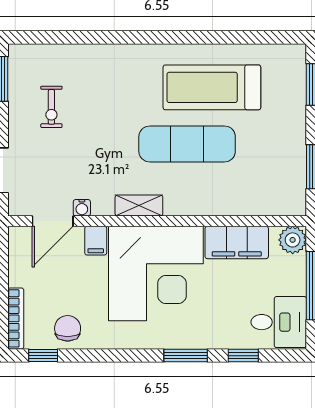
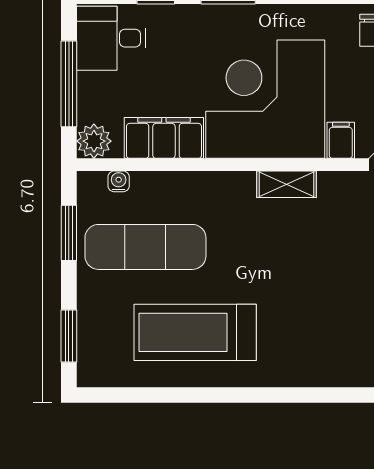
treadmill: (212, 87) -> (195, 332), turned 180
exercise mat: (187, 144) -> (145, 247), moved
water cooler: (82, 208) -> (119, 181), moved

